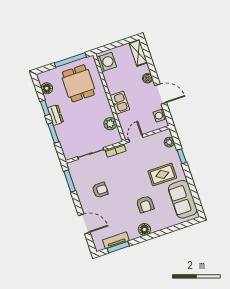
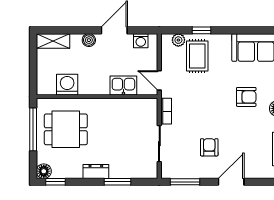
washing machine: (107, 62) -> (67, 85), moved
floor lamp: (47, 88) -> (44, 171), moved
kitchen sink: (120, 103) -> (123, 85), moved
window: (45, 108) -> (56, 182), moved
plant: (110, 124) -> (130, 106), removed
rug: (162, 174) -> (197, 56), moved
door: (84, 224) -> (231, 182), moved

